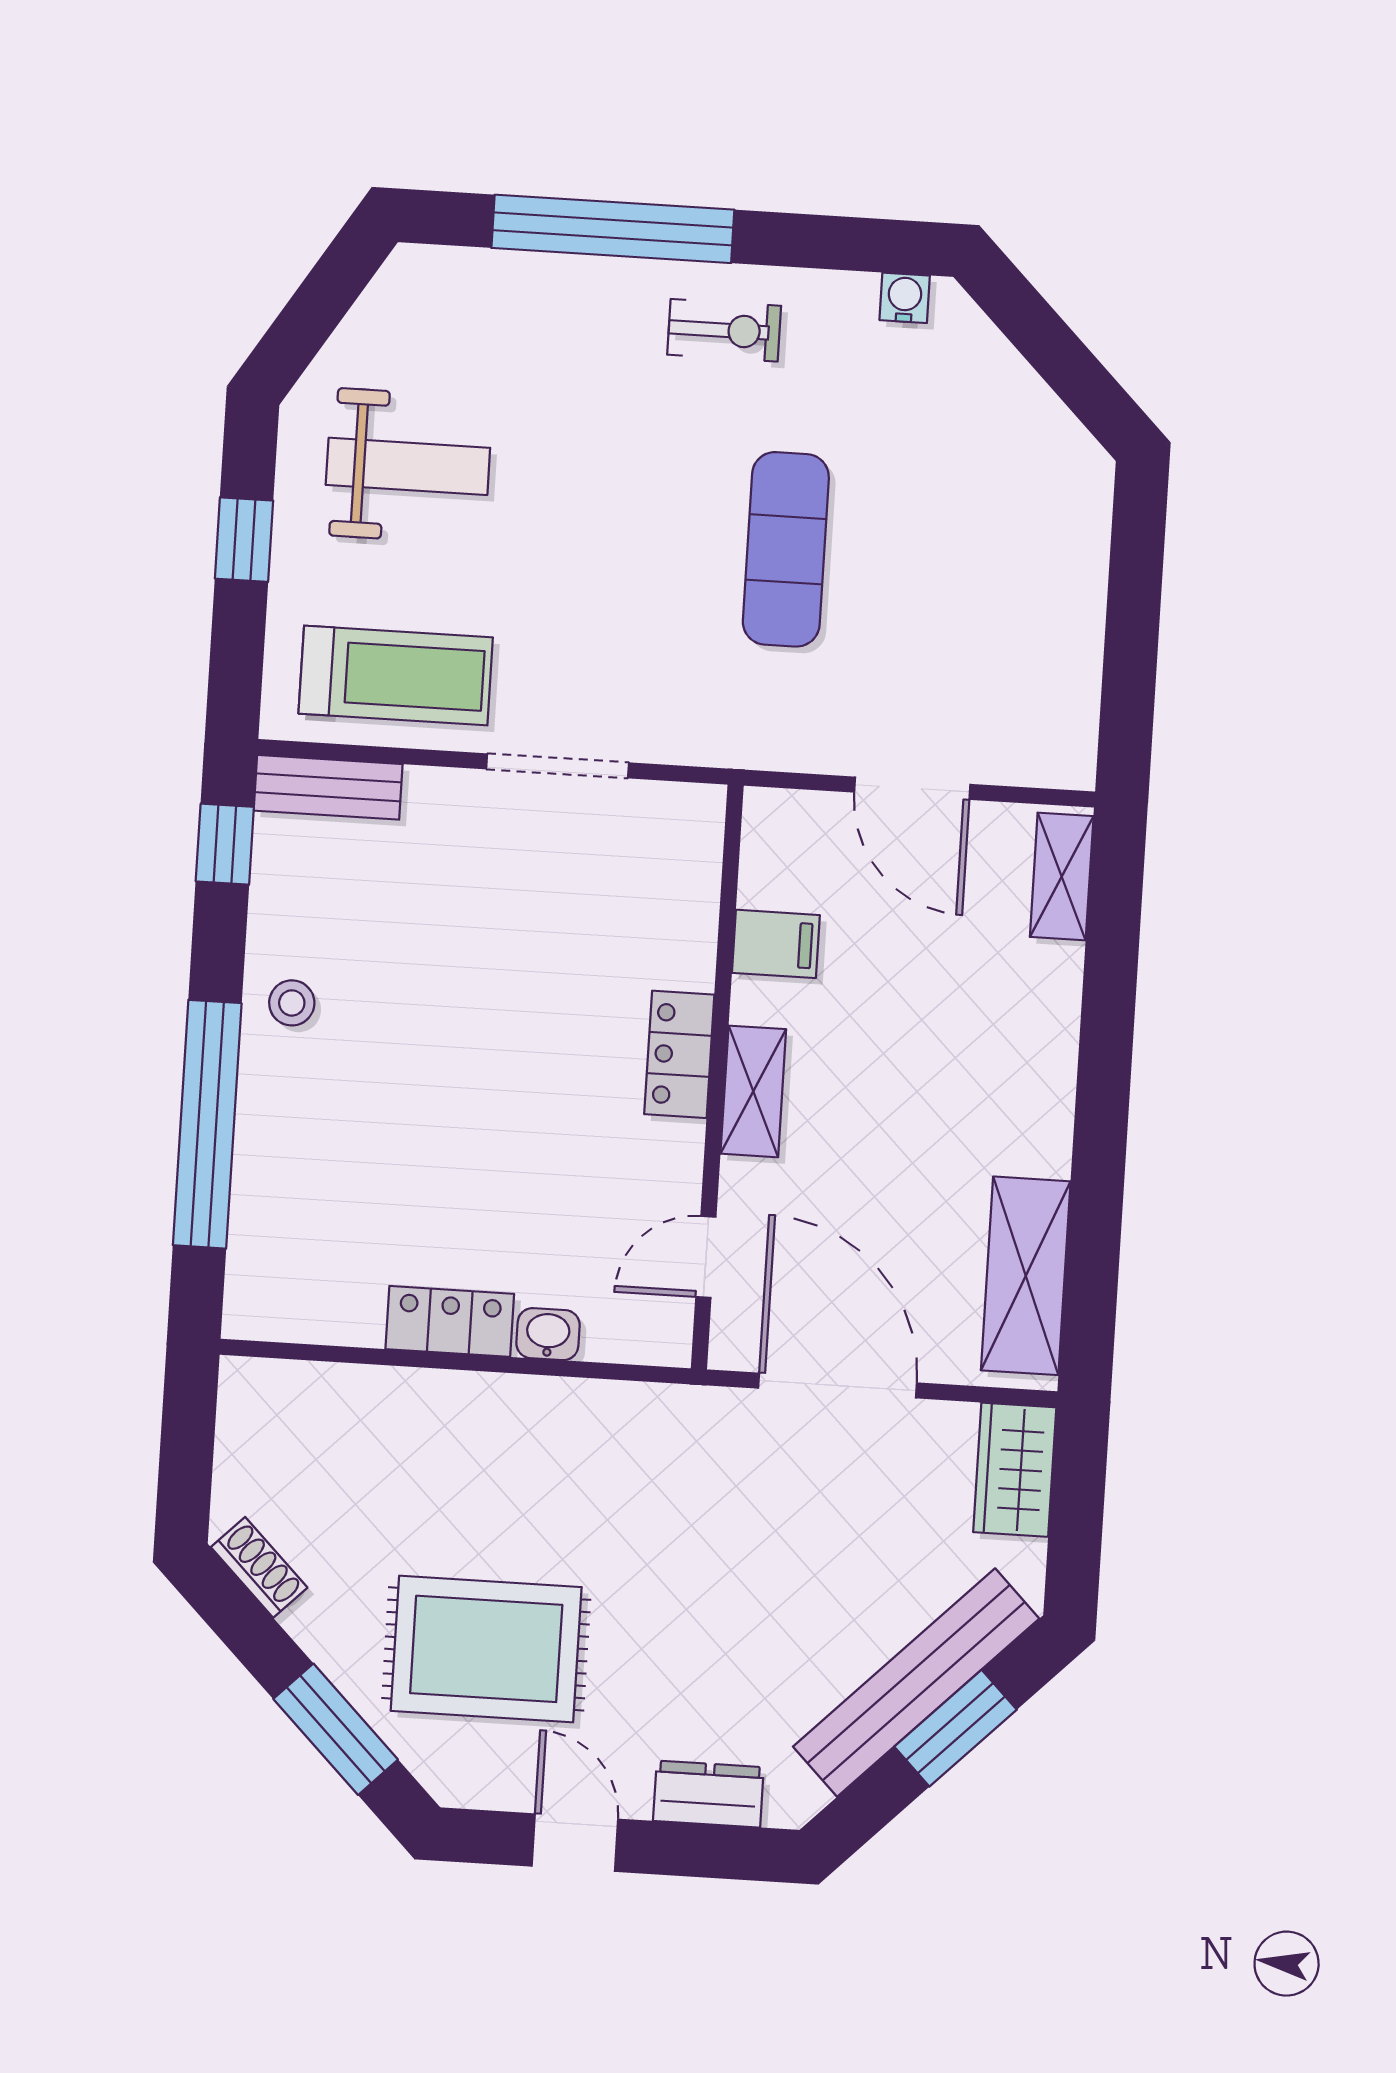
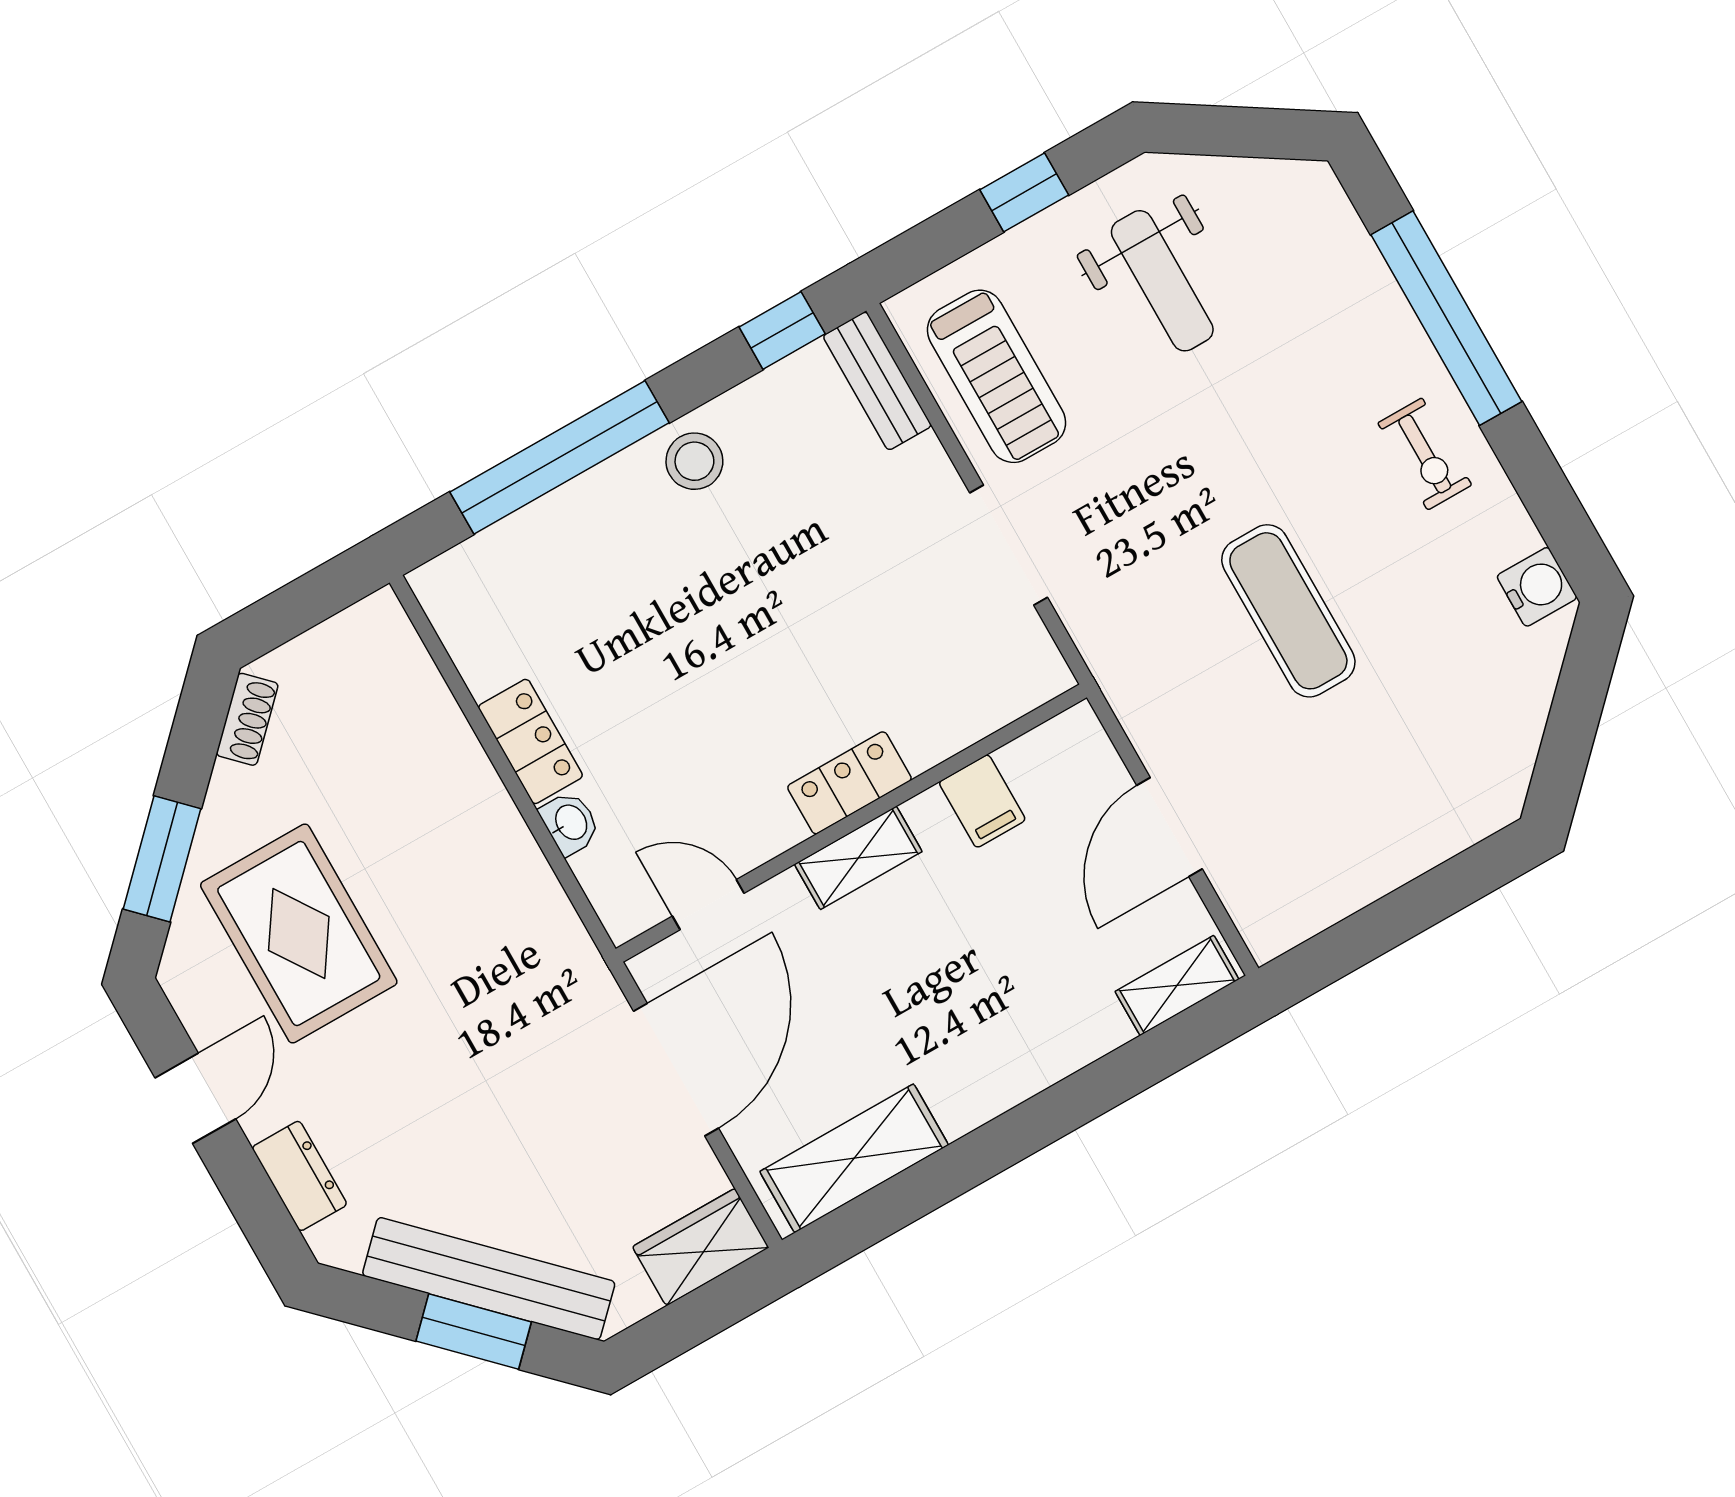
water cooler: (905, 298) -> (1537, 587), width x1.38, depth x1.38
exercise mat: (786, 549) -> (1288, 611), turned 90
stool: (292, 1003) -> (694, 461), width x1.37, depth x1.37

